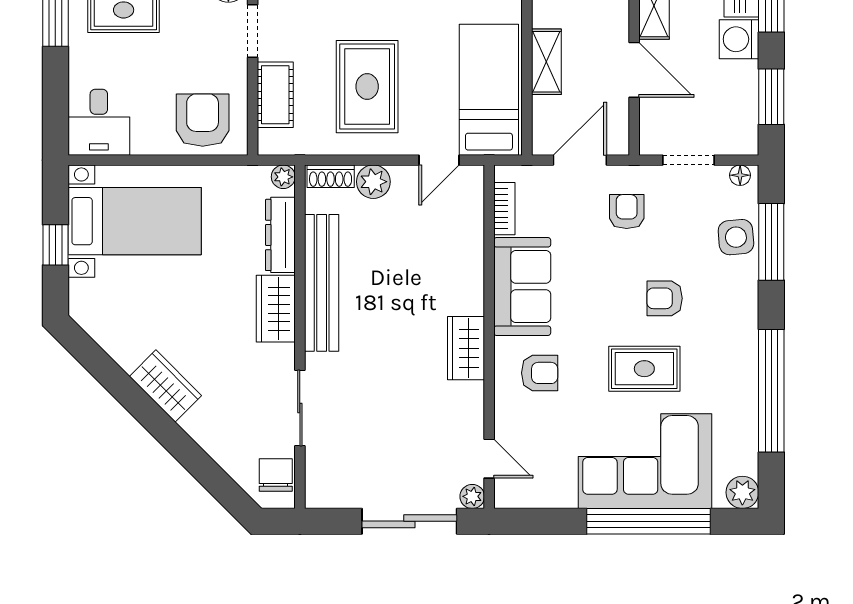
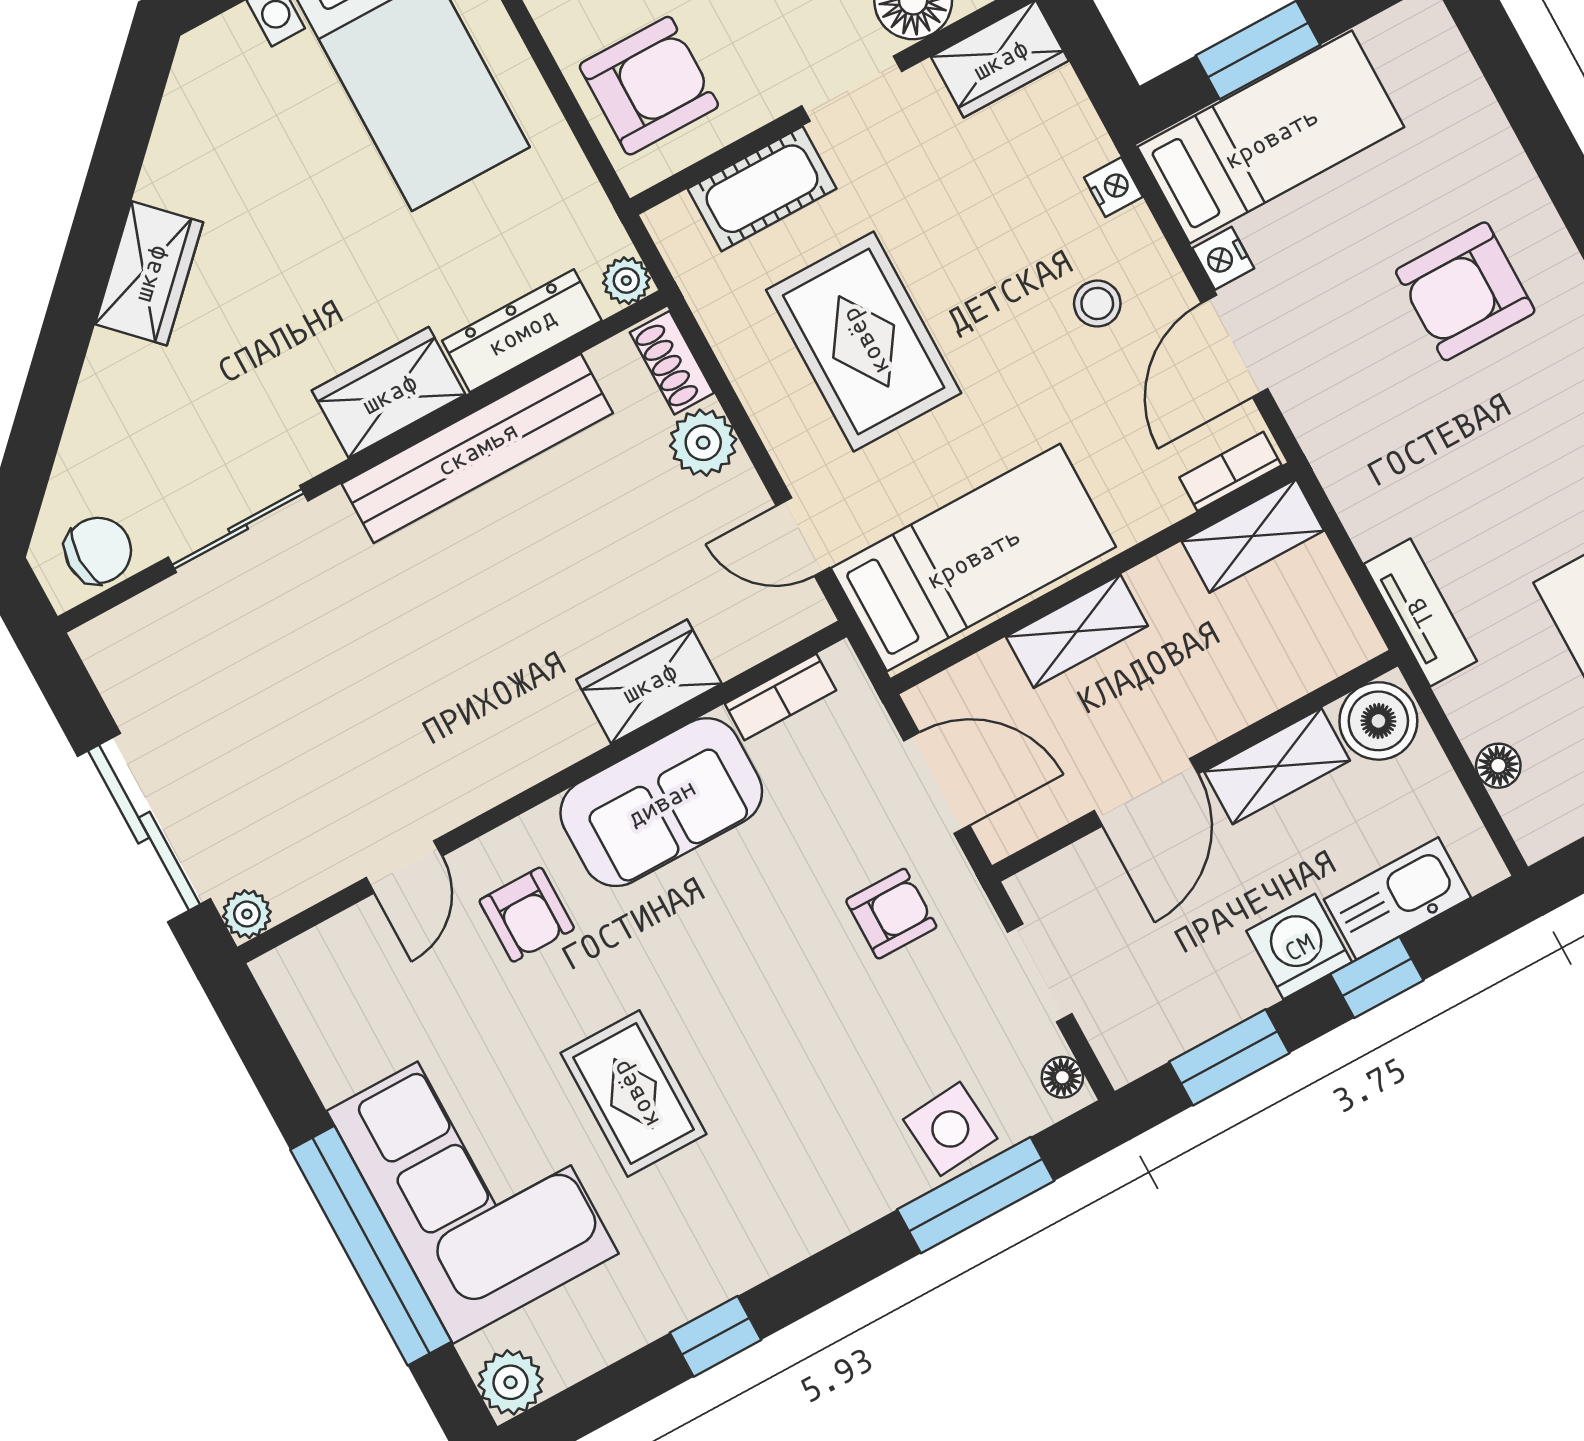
rug: (367, 87) -> (864, 341), turned 90
armchair: (665, 298) -> (776, 1062), removed
wardrobe: (466, 348) -> (649, 682), moved
window: (771, 391) -> (716, 1336), width x0.32
door: (489, 459) -> (404, 867), moved

